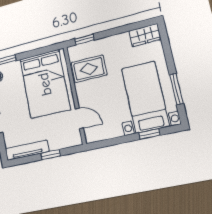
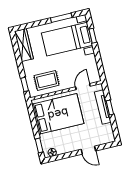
wardrobe: (145, 35) -> (24, 45), width x1.50
rug: (89, 69) -> (47, 80), turned 90
tv unit: (27, 150) -> (103, 107), moved

